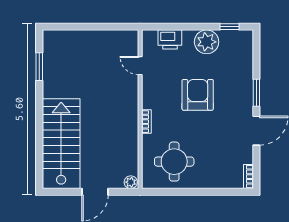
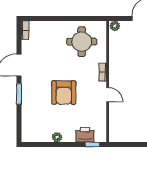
window: (230, 27) -> (92, 145), moved
plant: (207, 42) -> (57, 137), width x0.53, depth x0.53
door: (140, 66) -> (108, 95), moved

